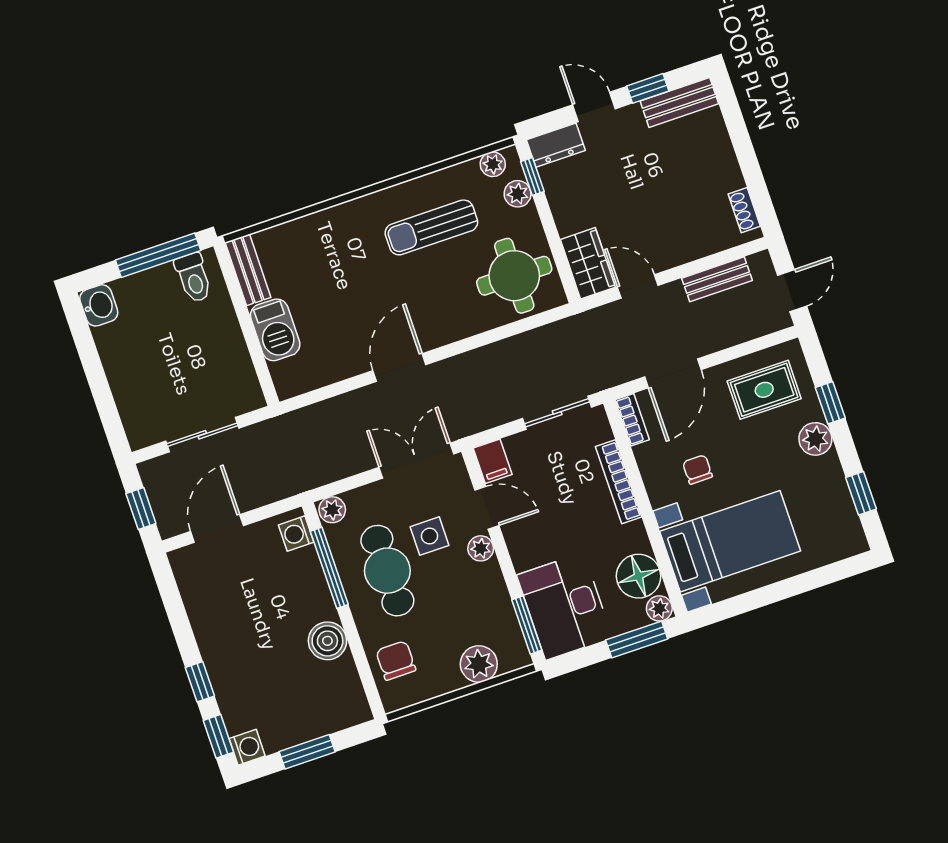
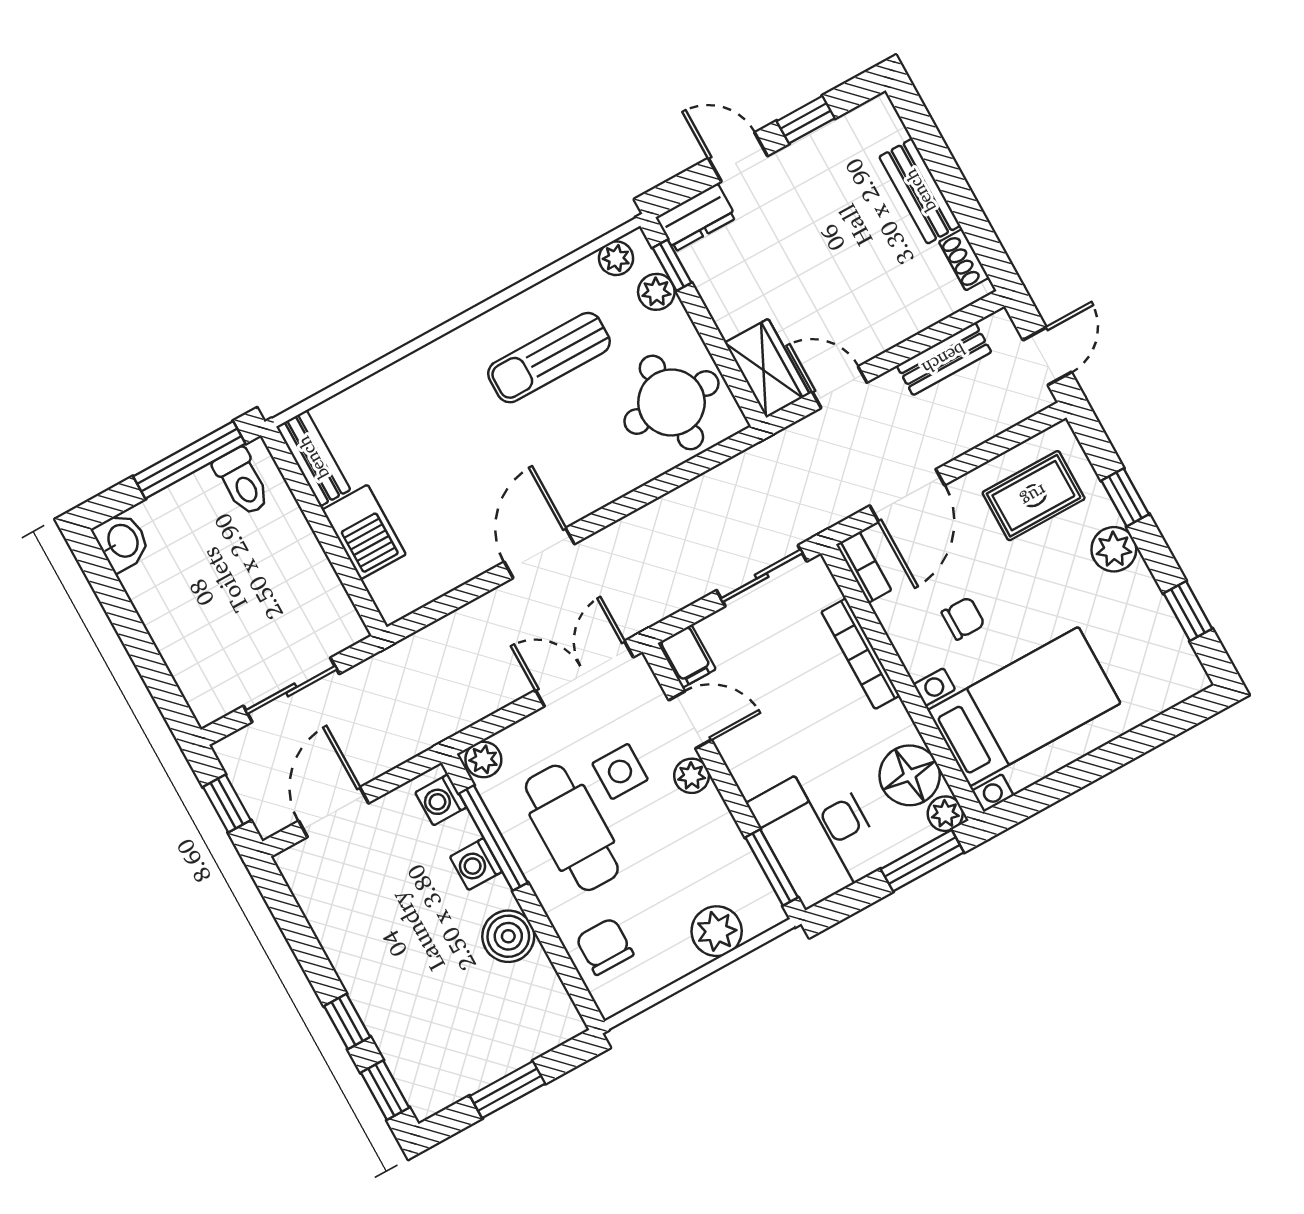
bench: (679, 102) -> (920, 191), moved, turned 90
chair: (697, 469) -> (963, 618), turned 90
washing machine: (247, 747) -> (476, 864), moved, turned 180

